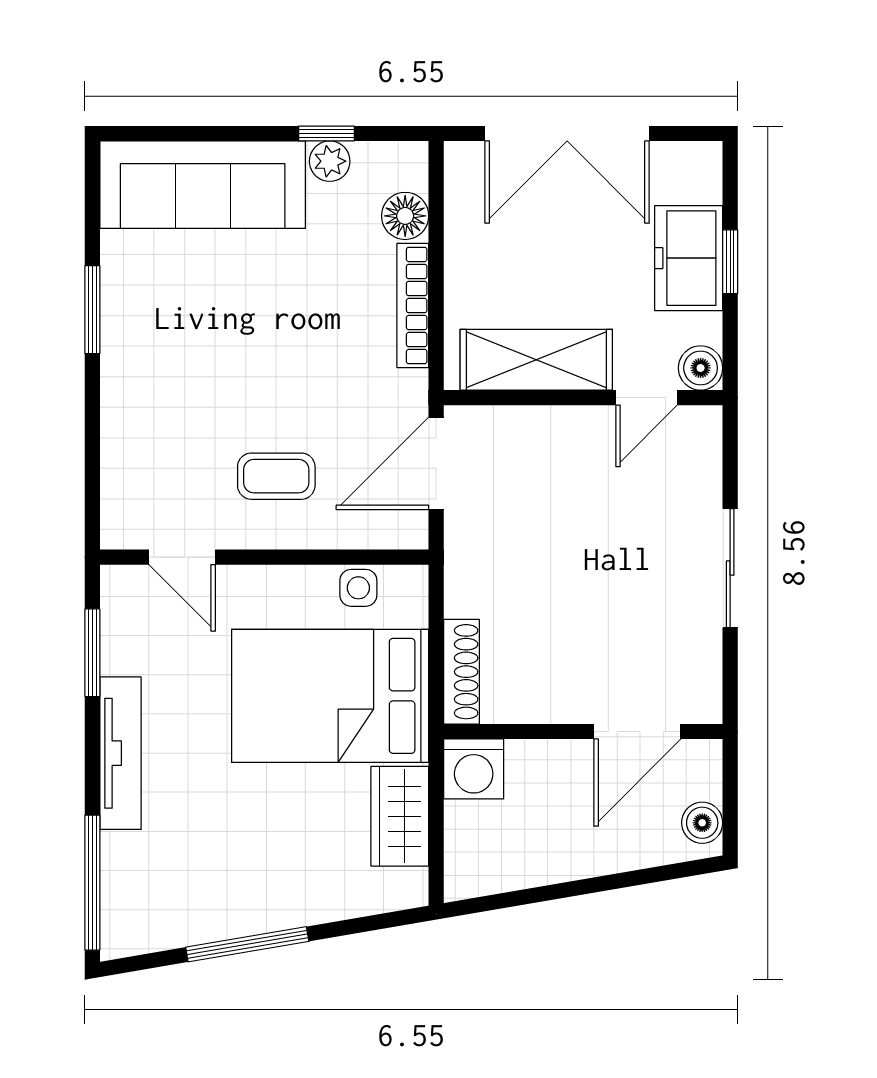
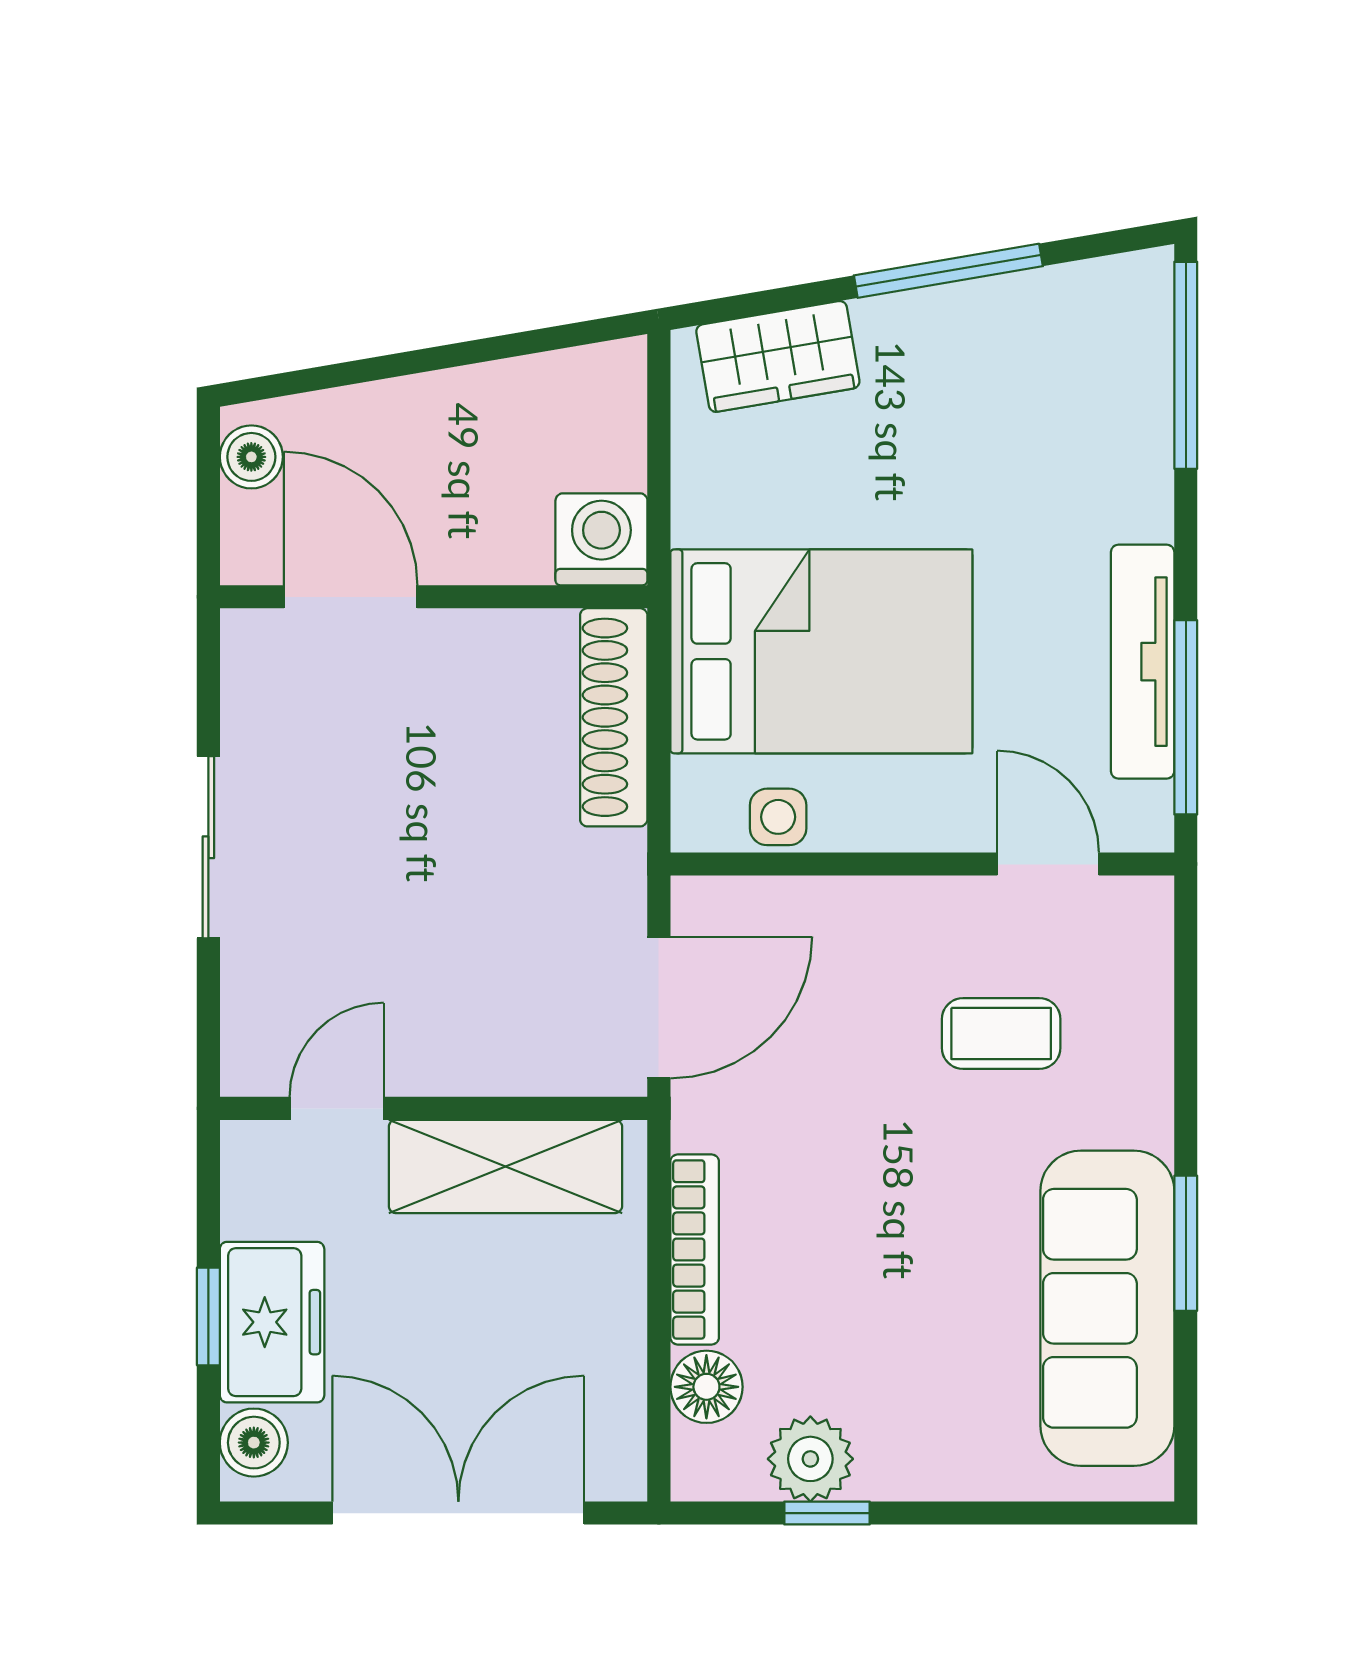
plant: (330, 161) -> (810, 1459), width x1.38, depth x1.38
sofa: (203, 185) -> (1107, 1308), moved, turned -90
boiler: (701, 368) -> (254, 1443), moved
coffee table: (276, 476) -> (1001, 1034), moved
window: (92, 653) -> (1186, 717), width x1.44
shoe rack: (461, 672) -> (614, 717), width x1.36, depth x1.24
door: (637, 732) -> (351, 597), hinge flipped
tv unit: (121, 753) -> (1143, 662), moved
wardrobe: (400, 816) -> (778, 356), moved, turned 80

